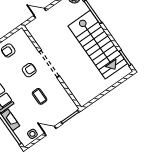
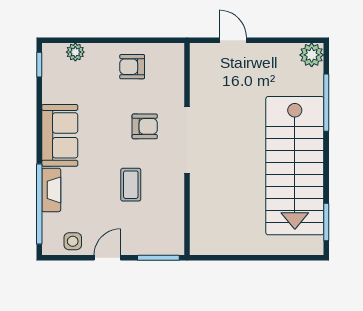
door: (50, 131) -> (107, 258), hinge flipped

